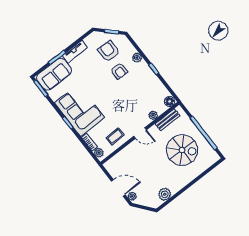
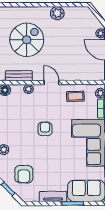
armchair: (119, 71) -> (45, 129), moved
spiral stairs: (182, 150) -> (27, 40), turned 90
plant: (165, 194) -> (57, 13), moved

